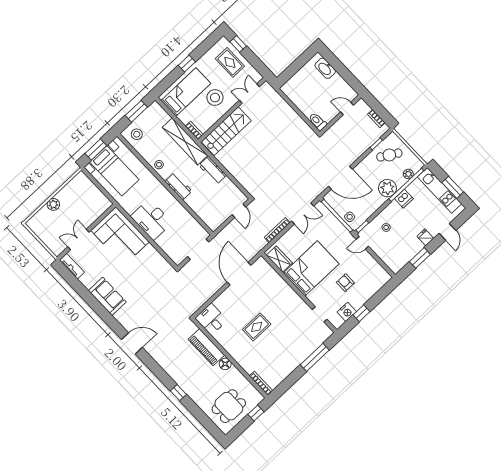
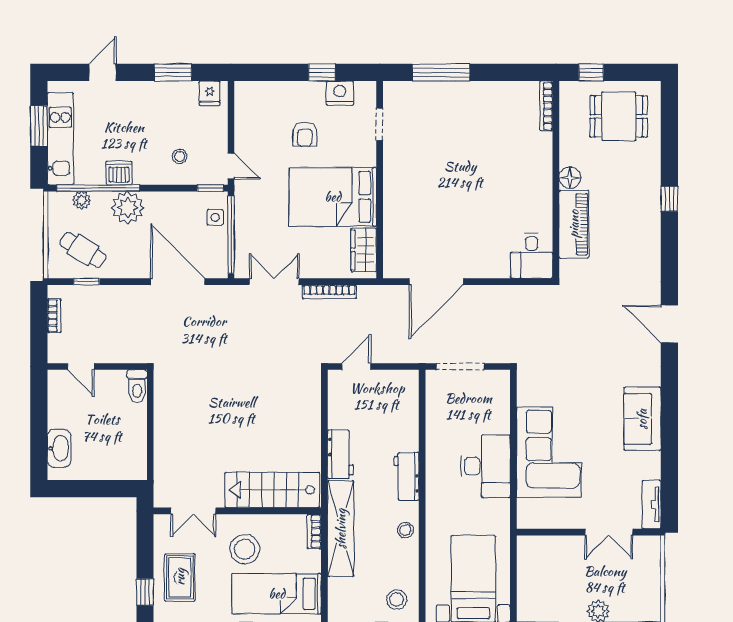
corner sofa: (120, 236) -> (549, 452), moved
fridge: (425, 237) -> (210, 93), moved
rug: (257, 327) -> (480, 187), removed

